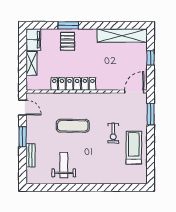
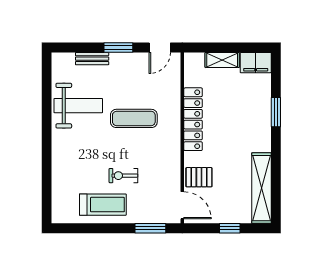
pallet: (68, 41) -> (199, 177), moved
exercise mat: (73, 126) -> (134, 118), turned 90
weight bench: (64, 165) -> (78, 106), width x1.36, depth x1.33

